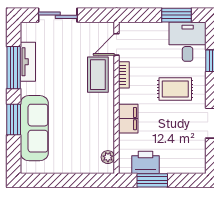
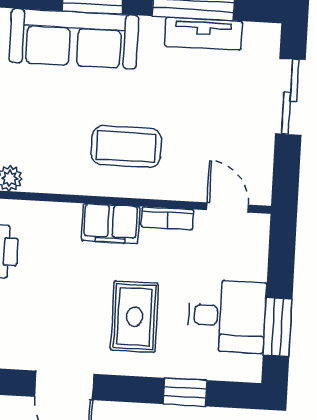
desk: (188, 42) -> (227, 316), moved
coffee table: (98, 75) -> (126, 147), moved
filing cabinet: (128, 119) -> (111, 224), moved

